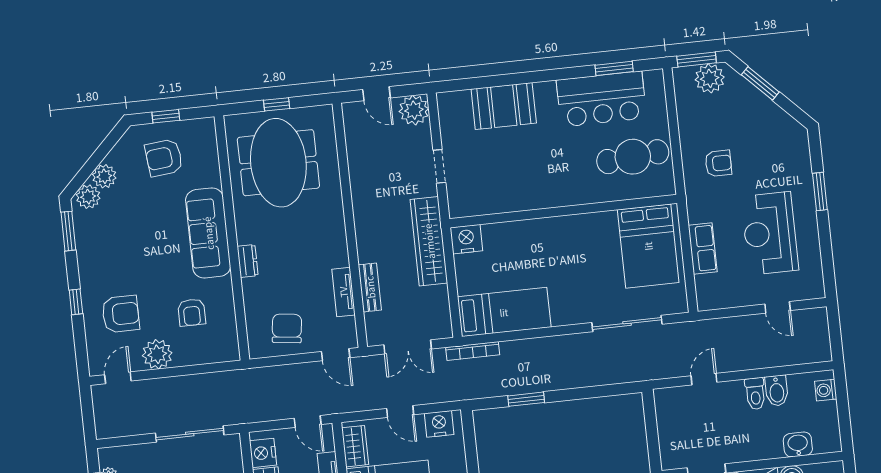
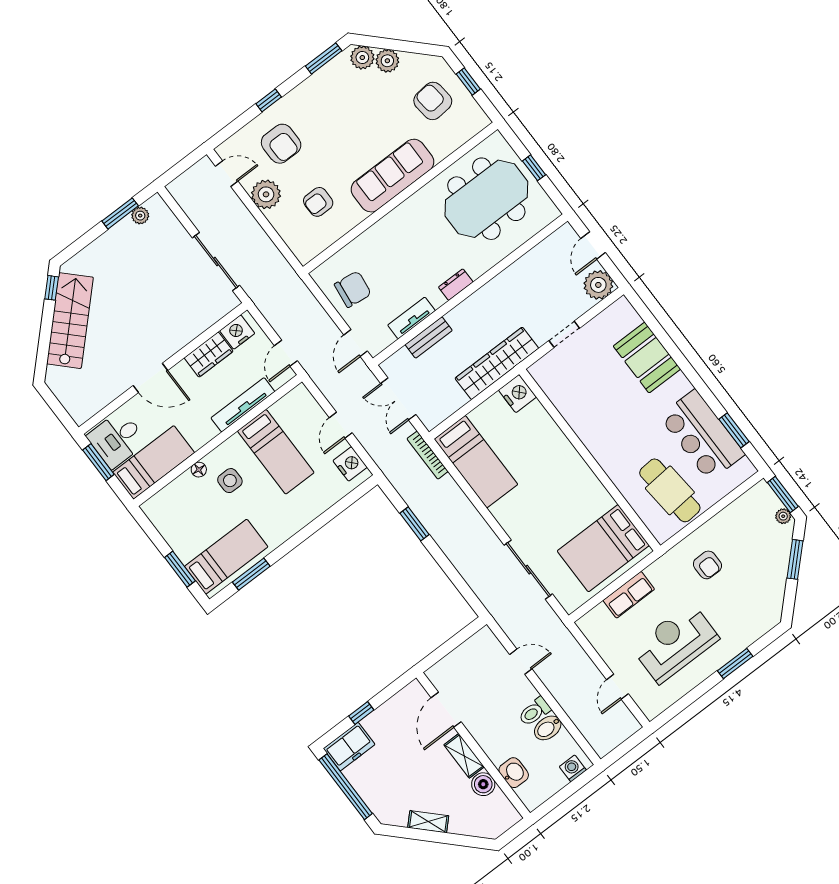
plant: (710, 78) -> (783, 516), width x0.53, depth x0.53
dresser: (248, 261) -> (456, 285), moved, turned 180
wardrobe: (355, 446) -> (289, 405), removed

